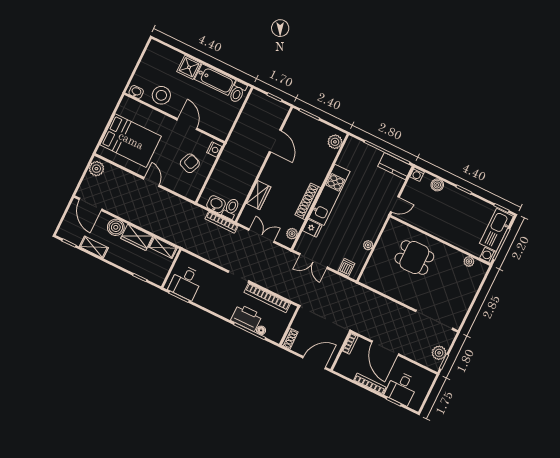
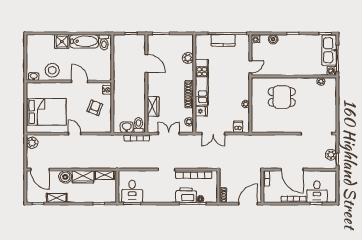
plant: (335, 142) -> (188, 58), moved
kitchen counter: (395, 166) -> (223, 40), moved

